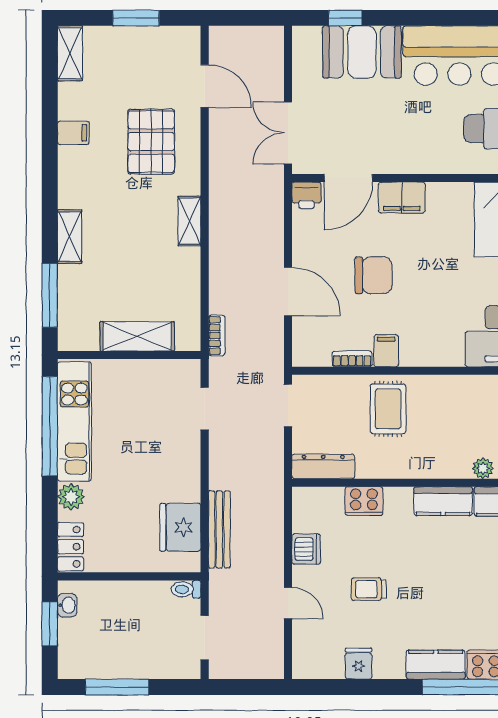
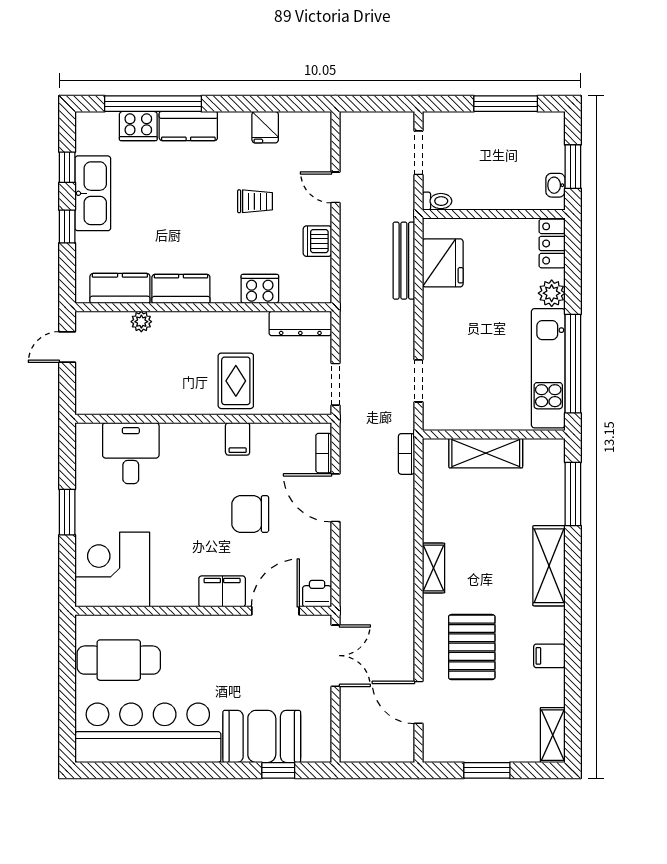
shelving: (70, 237) -> (549, 566), width x1.50, depth x1.33
bookcase: (352, 359) -> (324, 453), moved, turned 90

